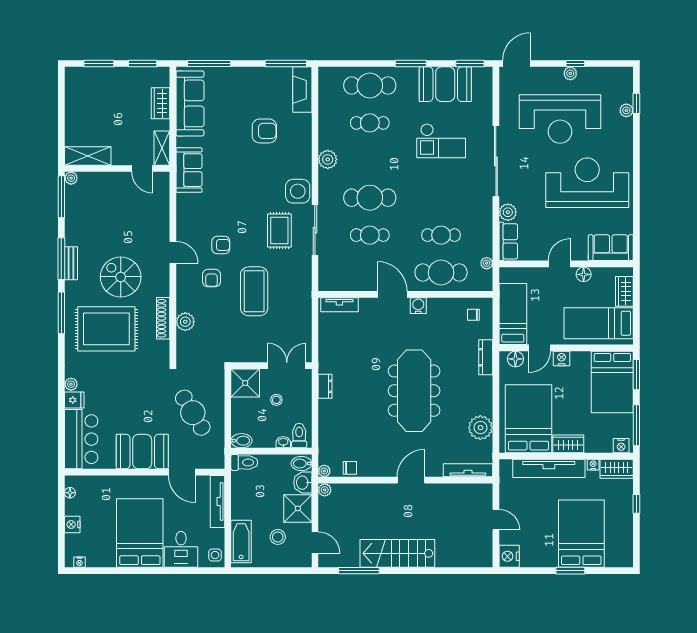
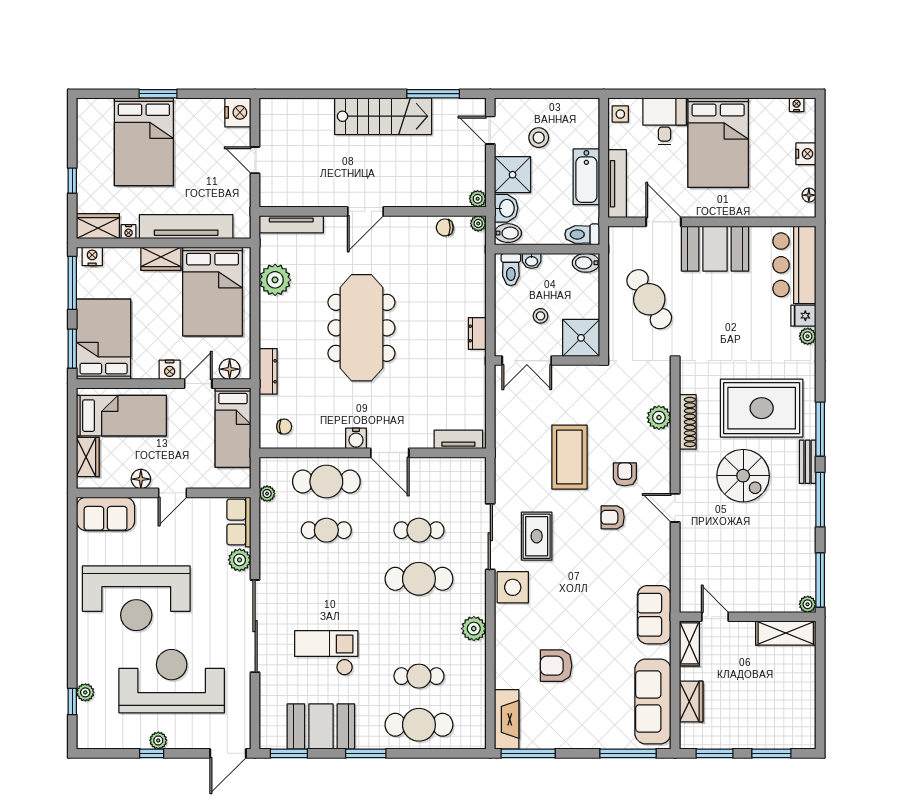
bench: (71, 263) -> (808, 462), moved
bathtub: (241, 542) -> (586, 177), moved

